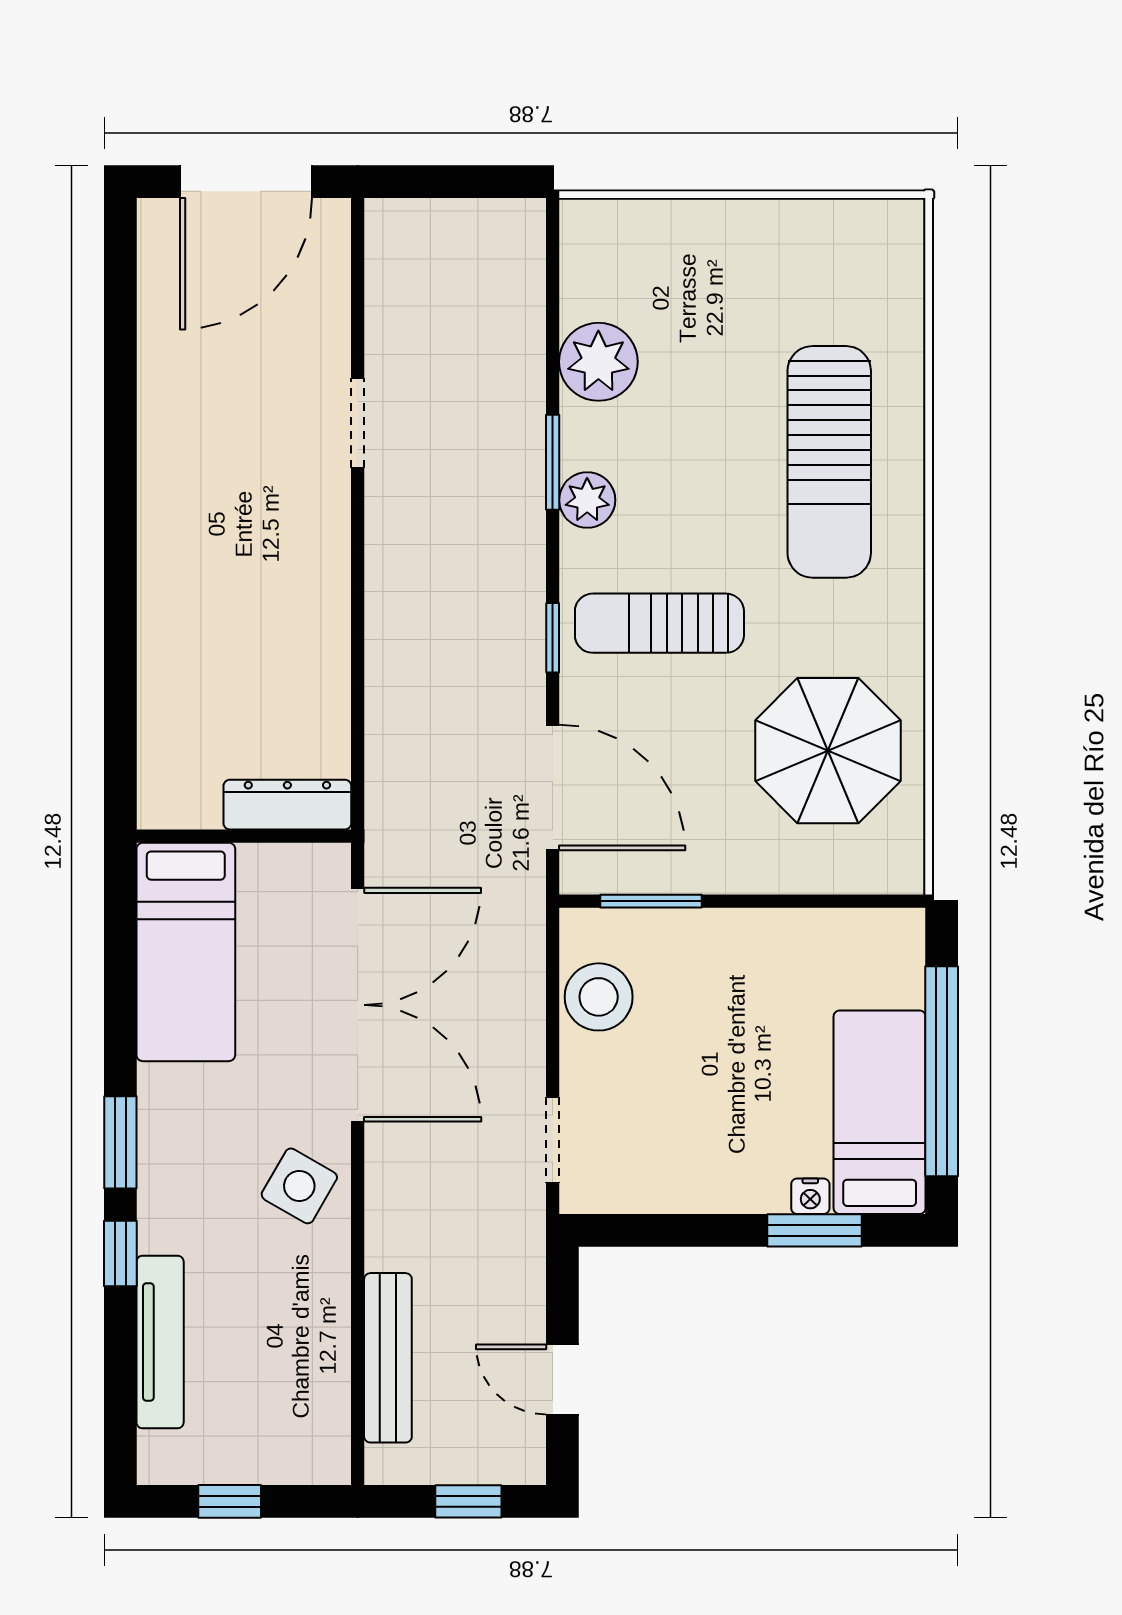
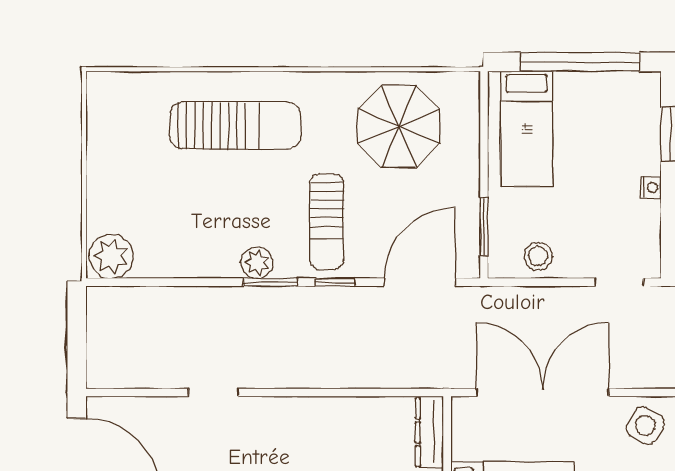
plant: (598, 362) -> (111, 256), moved
window: (553, 462) -> (270, 282), moved
stool: (599, 997) -> (538, 256), width x0.73, depth x0.73
bed: (880, 1112) -> (527, 129), moved, turned -90
nightstand: (810, 1196) -> (651, 188), moved

